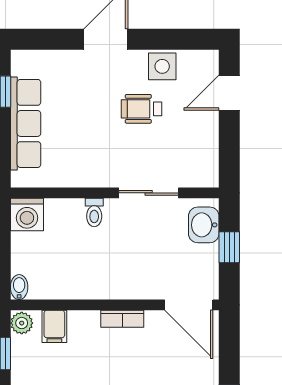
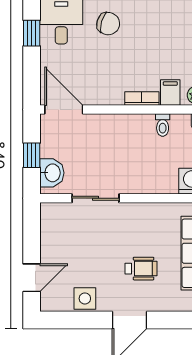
wheelchair: (141, 109) -> (141, 269), moved
toilet: (94, 212) -> (163, 125), moved, turned 180
bookcase: (122, 319) -> (142, 99), moved

